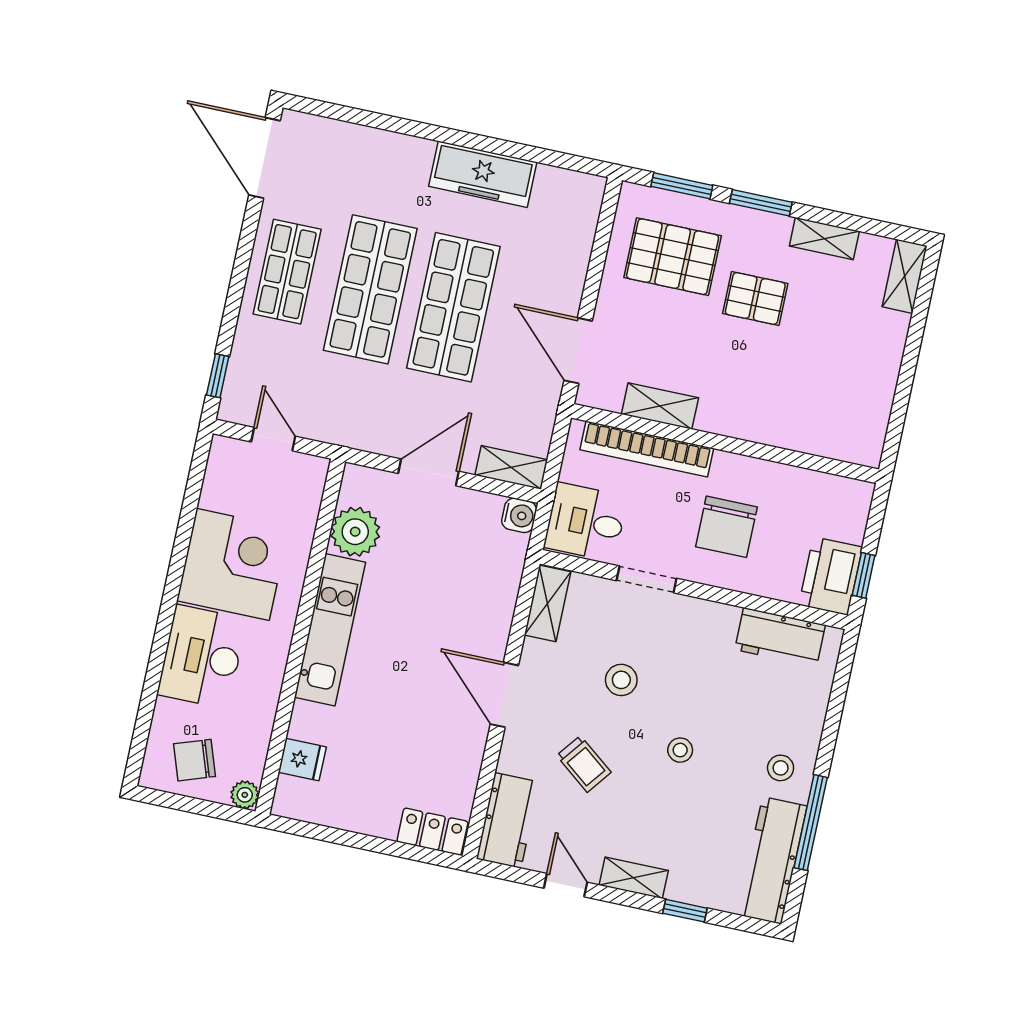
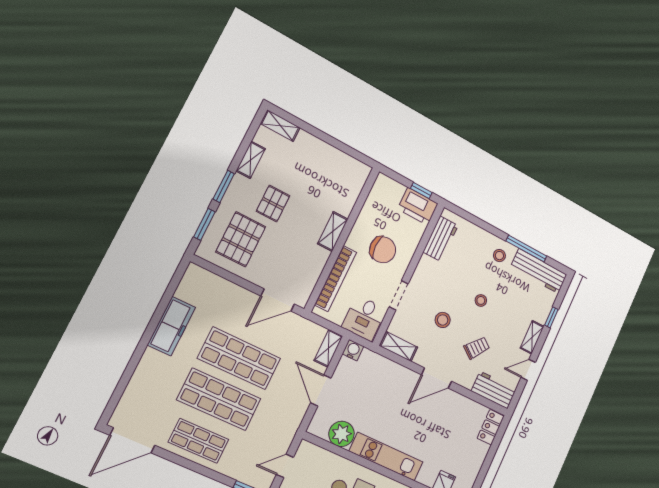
shelving: (660, 406) -> (333, 231), moved

